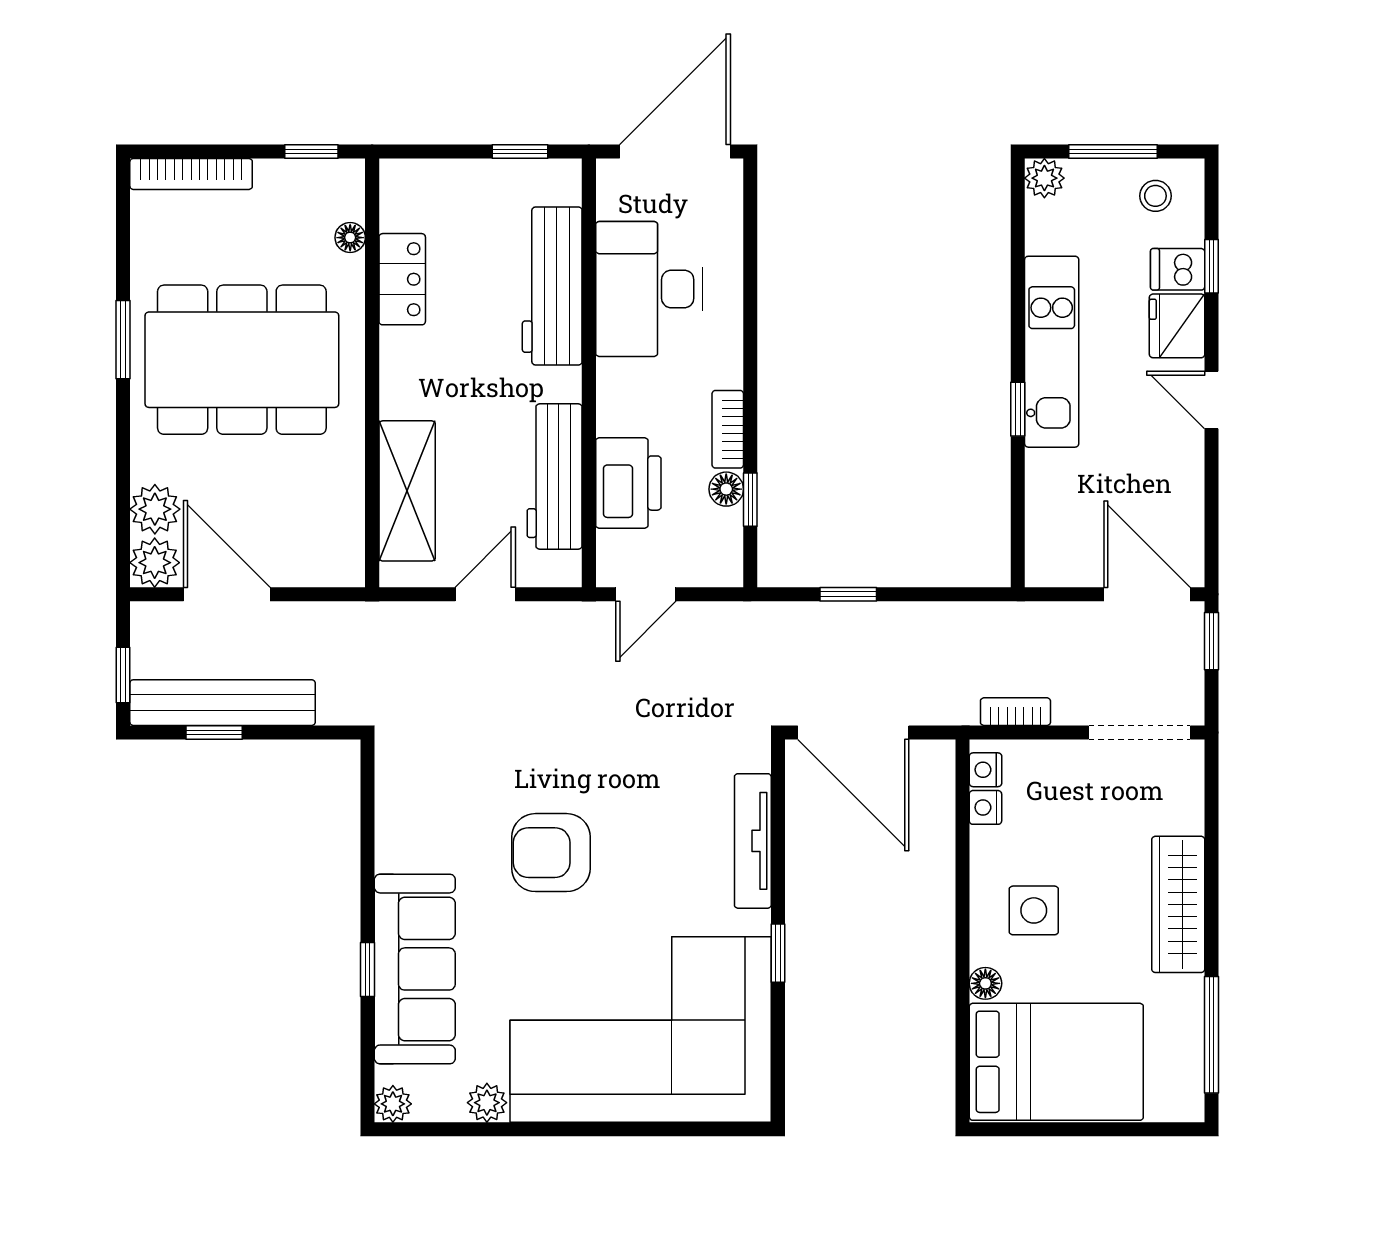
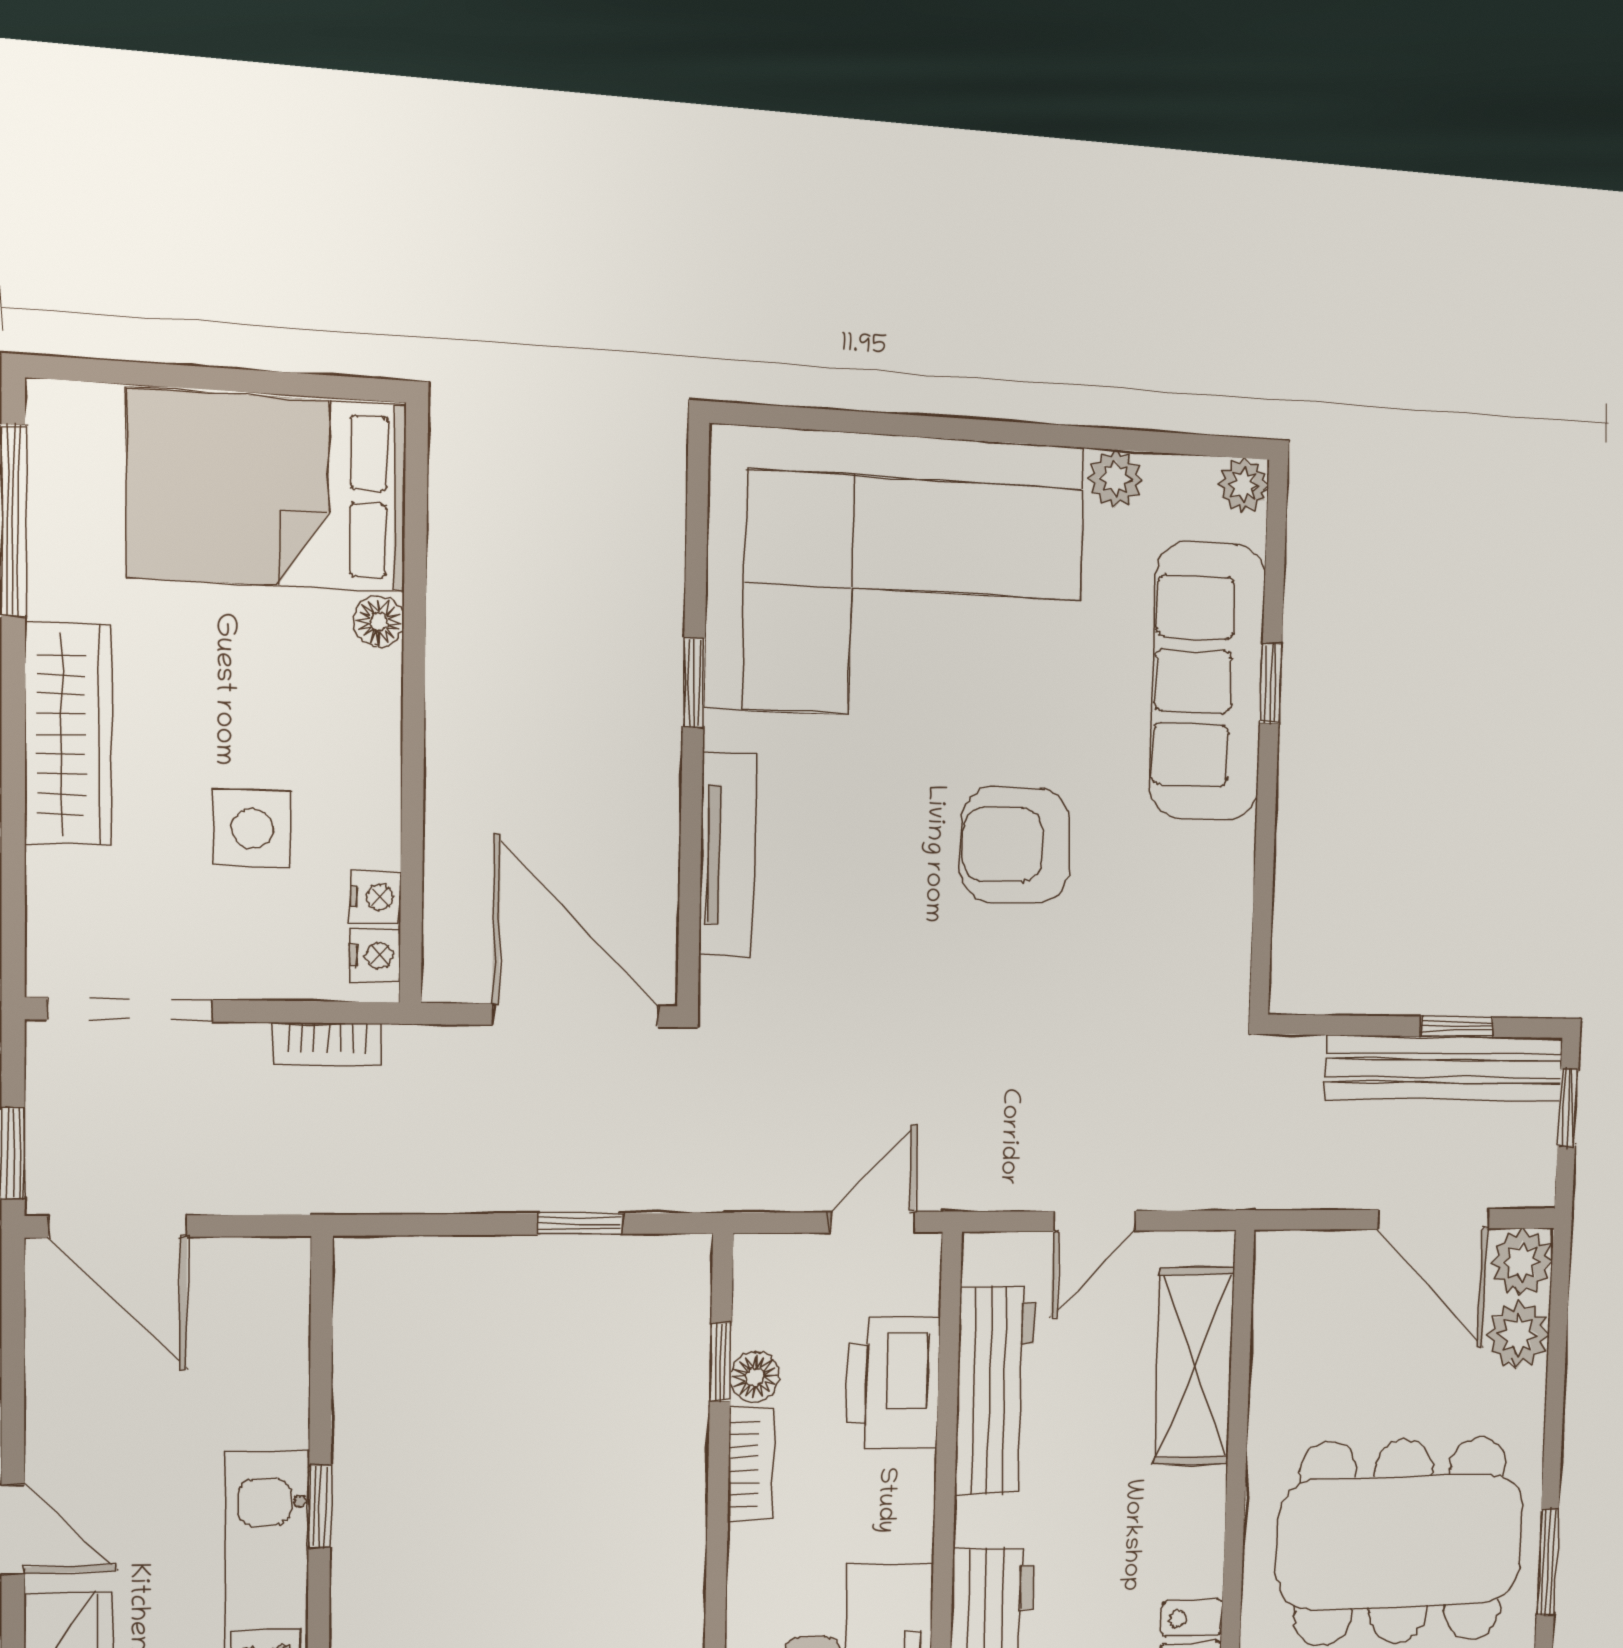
armchair: (551, 853) -> (1016, 845), turned 180
side table: (1034, 910) -> (252, 828), moved

